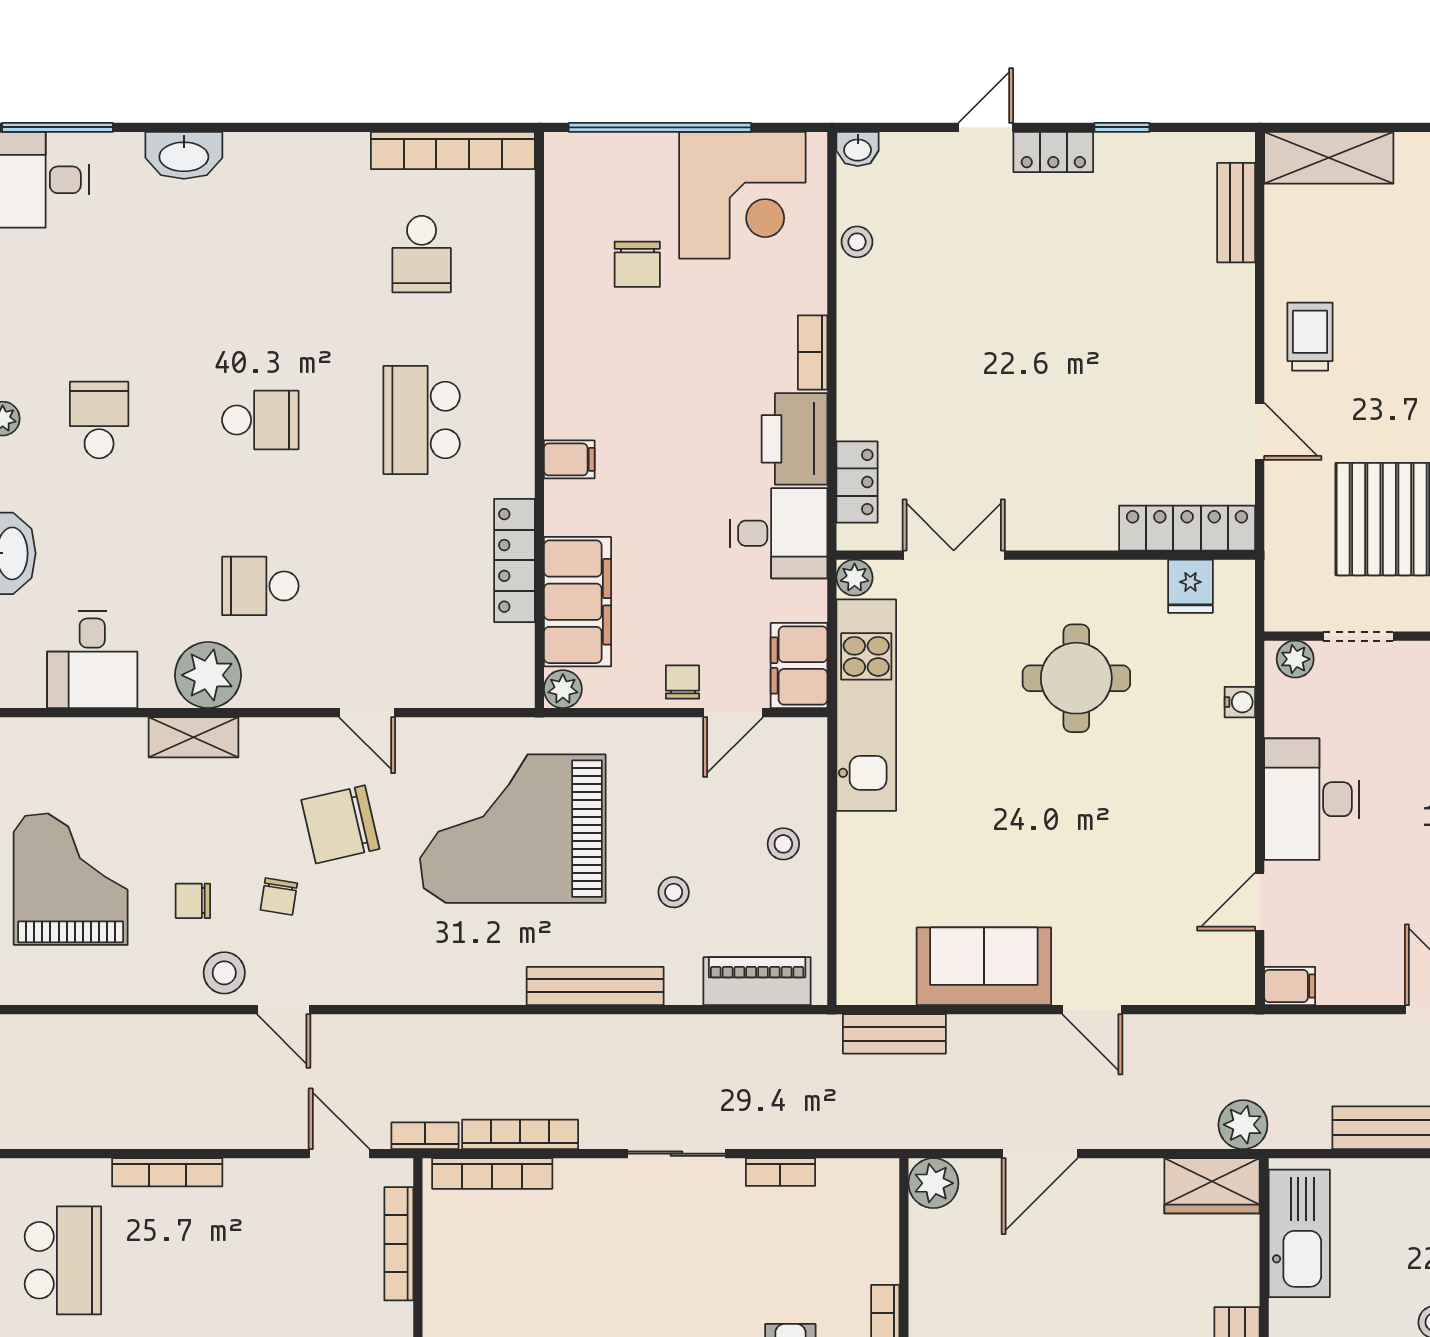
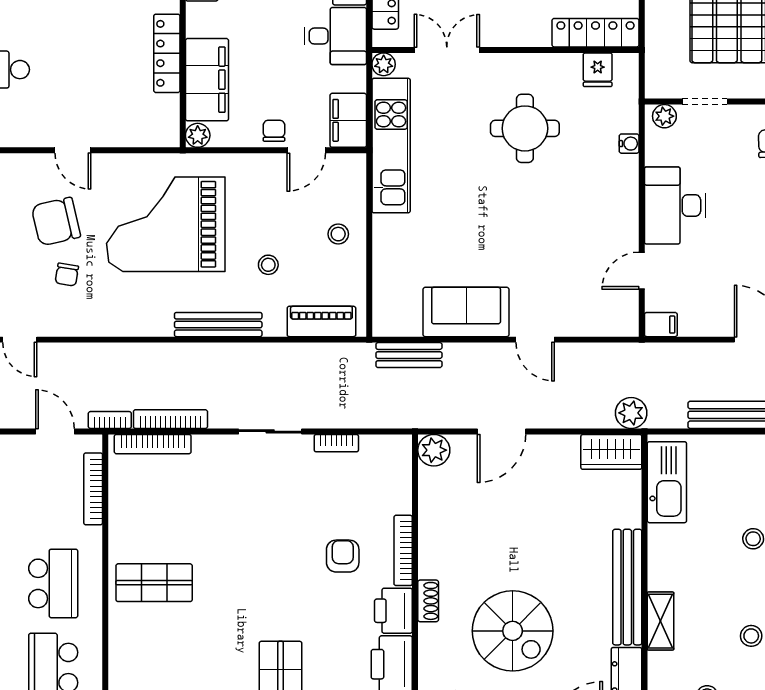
chair: (279, 897) -> (67, 275), moved

